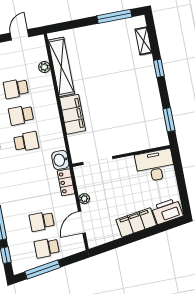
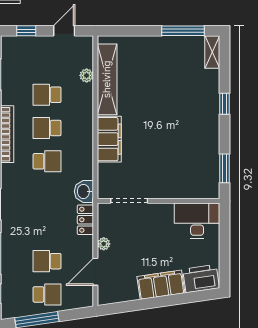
shelving: (143, 41) -> (212, 52), moved
school desk: (47, 248) -> (47, 294), turned 180

